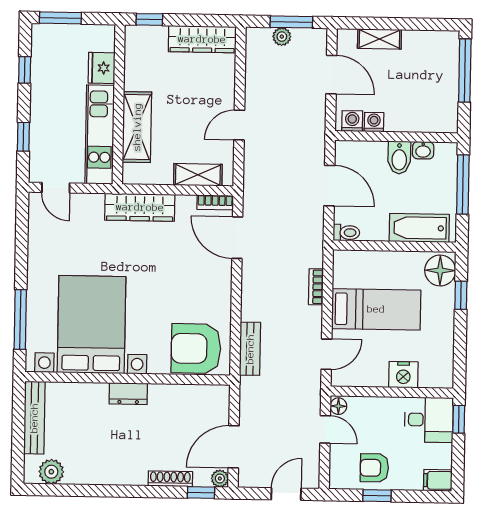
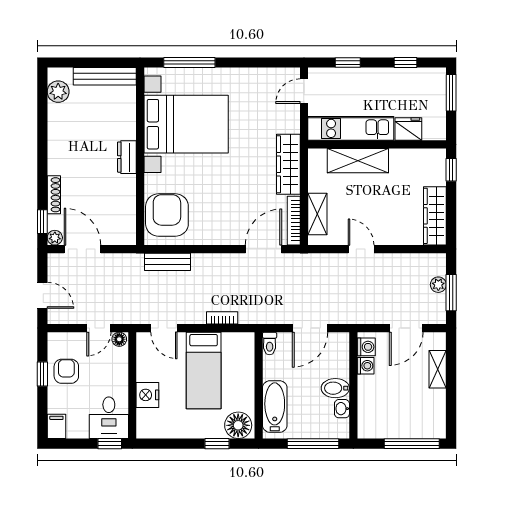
bookcase: (215, 202) -> (294, 221), width x1.56

